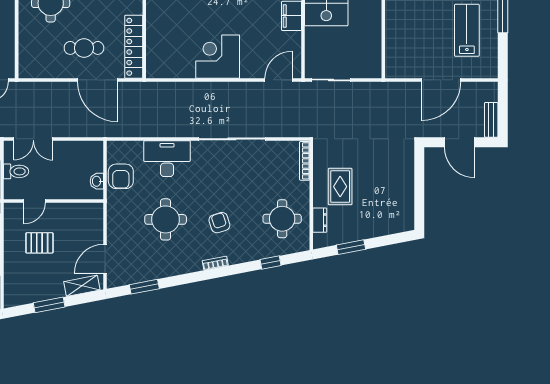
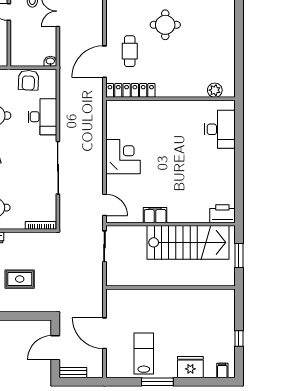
lab bench: (467, 30) -> (144, 354), turned -90
armchair: (121, 176) -> (28, 80), turned -88
washbasin: (97, 181) -> (50, 61), moved
rug: (340, 187) -> (20, 279), moved

